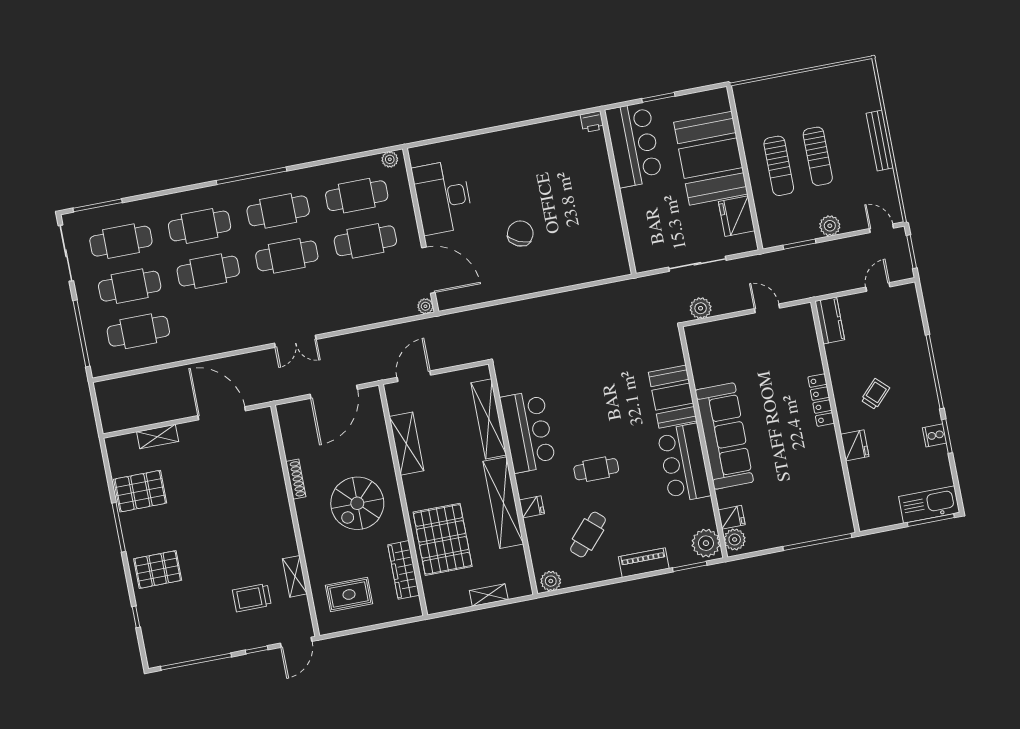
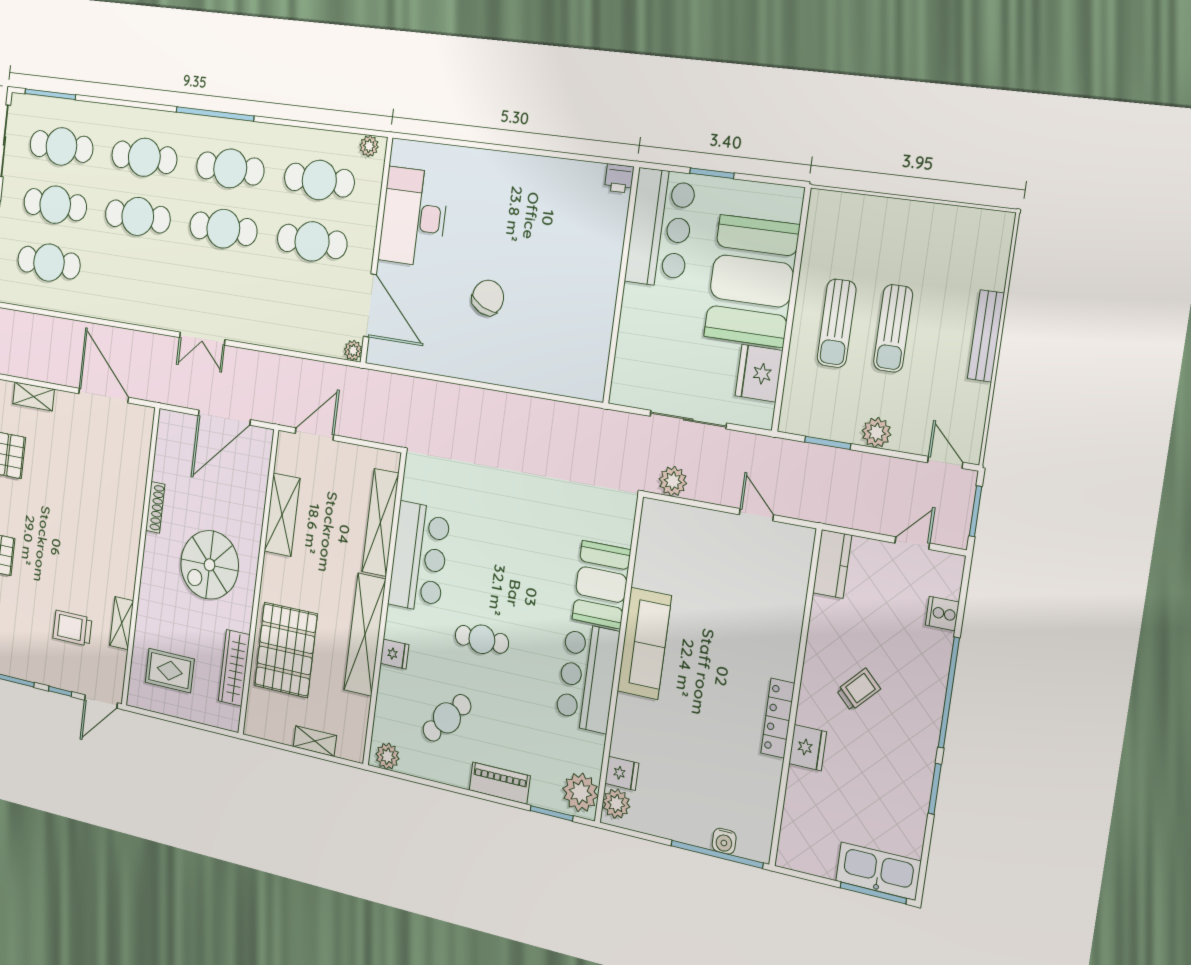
locker: (821, 400) -> (778, 718), moved
cooker: (934, 435) -> (942, 613), moved
sofa: (724, 436) -> (644, 643), width x0.74, depth x0.79
water cooler: (819, 531) -> (724, 841), added

